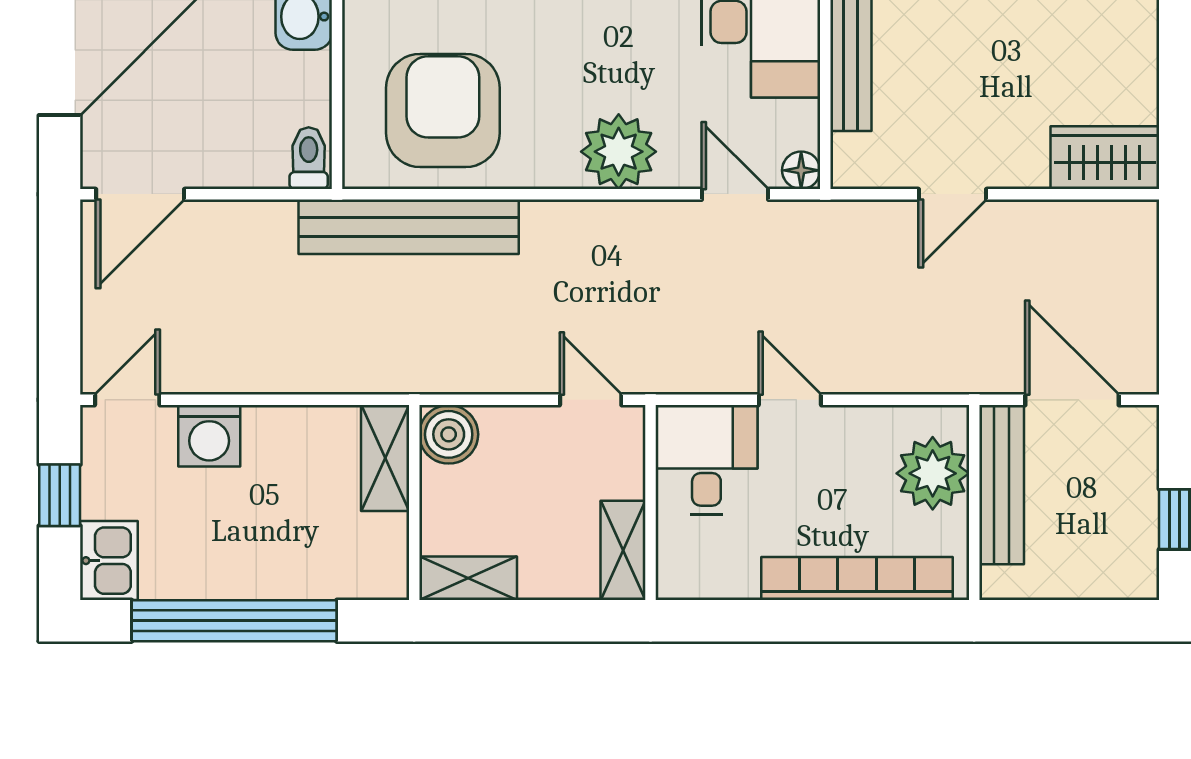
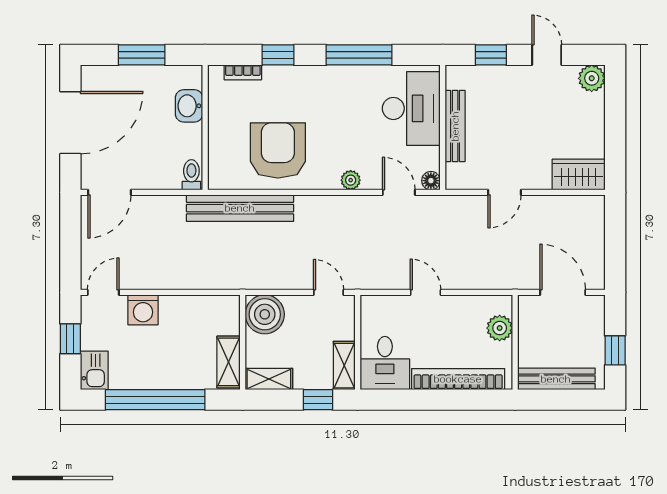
armchair: (443, 110) -> (278, 150), moved
plant: (619, 152) -> (351, 180), width x0.53, depth x0.53
boiler: (449, 434) -> (265, 314), width x1.37, depth x1.37
shelving: (385, 458) -> (229, 362), moved
desk: (706, 460) -> (385, 363), moved, turned 180
plant: (933, 473) -> (500, 328), width x0.73, depth x0.73
bench: (1002, 485) -> (556, 379), moved, turned 90
window: (569, 621) -> (318, 400), added

